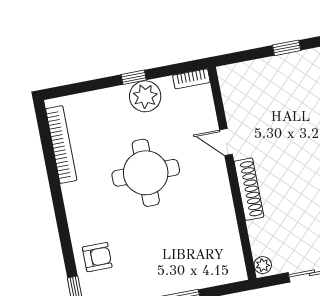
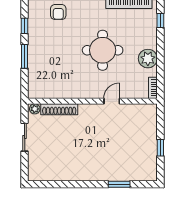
window: (134, 77) -> (160, 21), moved
shoe rack: (249, 189) -> (59, 109), moved

